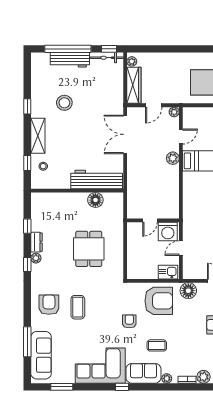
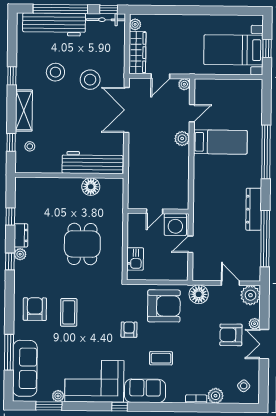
workbench: (70, 60) -> (54, 24), width x1.36, depth x1.32
stool: (94, 109) -> (90, 80), added
kitchen sink: (168, 272) -> (135, 259), moved, turned 90
plant: (167, 378) -> (58, 396), moved

